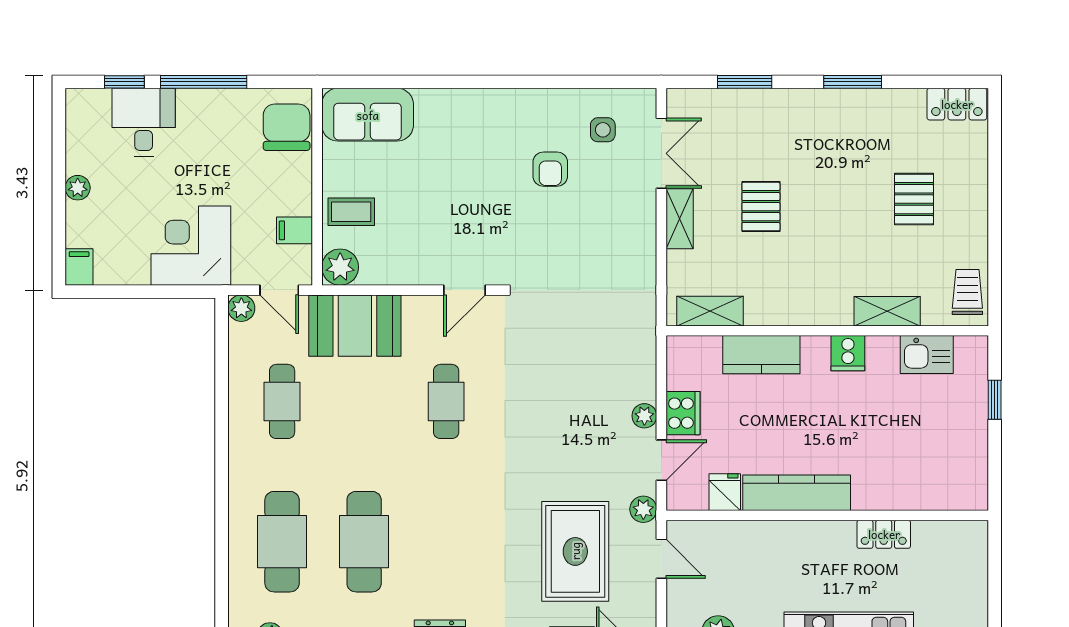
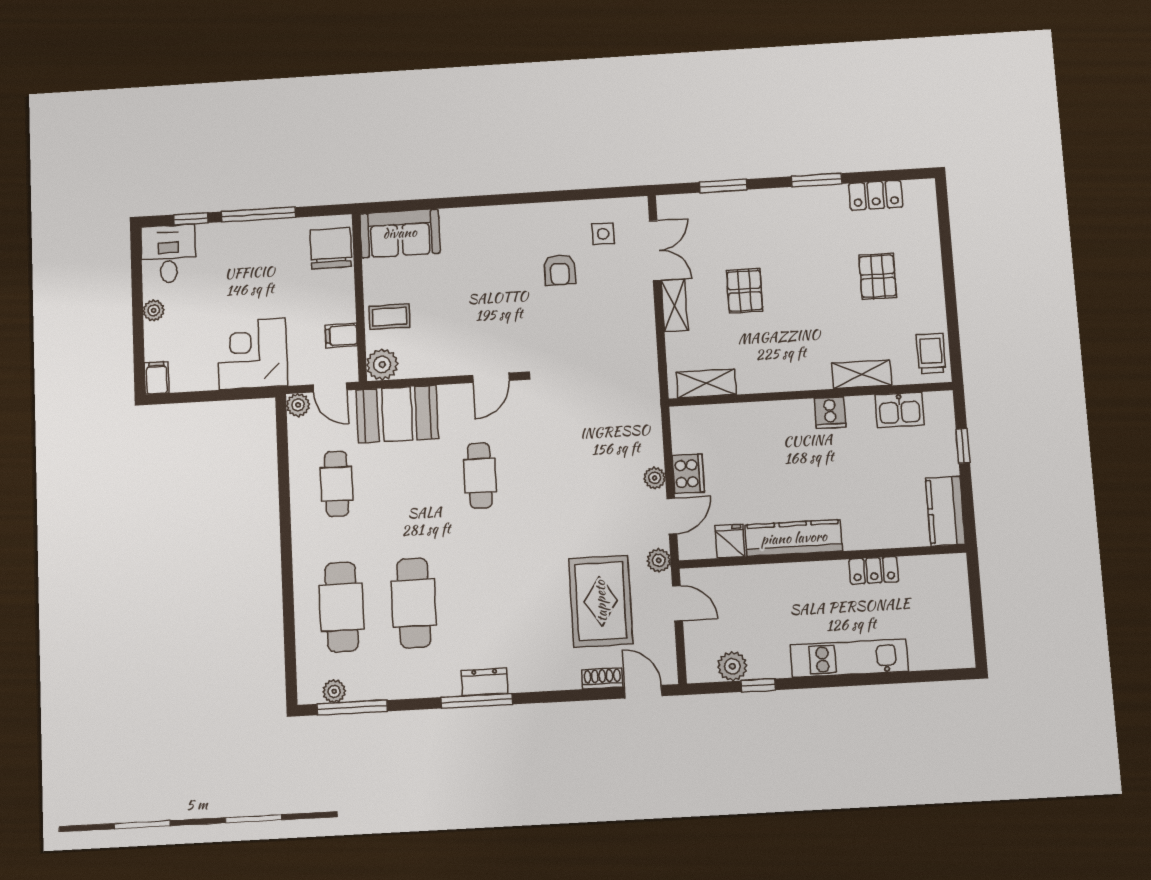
locker: (957, 104) -> (876, 195), moved
desk: (144, 122) -> (168, 254), moved
kitchen counter: (761, 355) -> (946, 511), moved, turned 90

